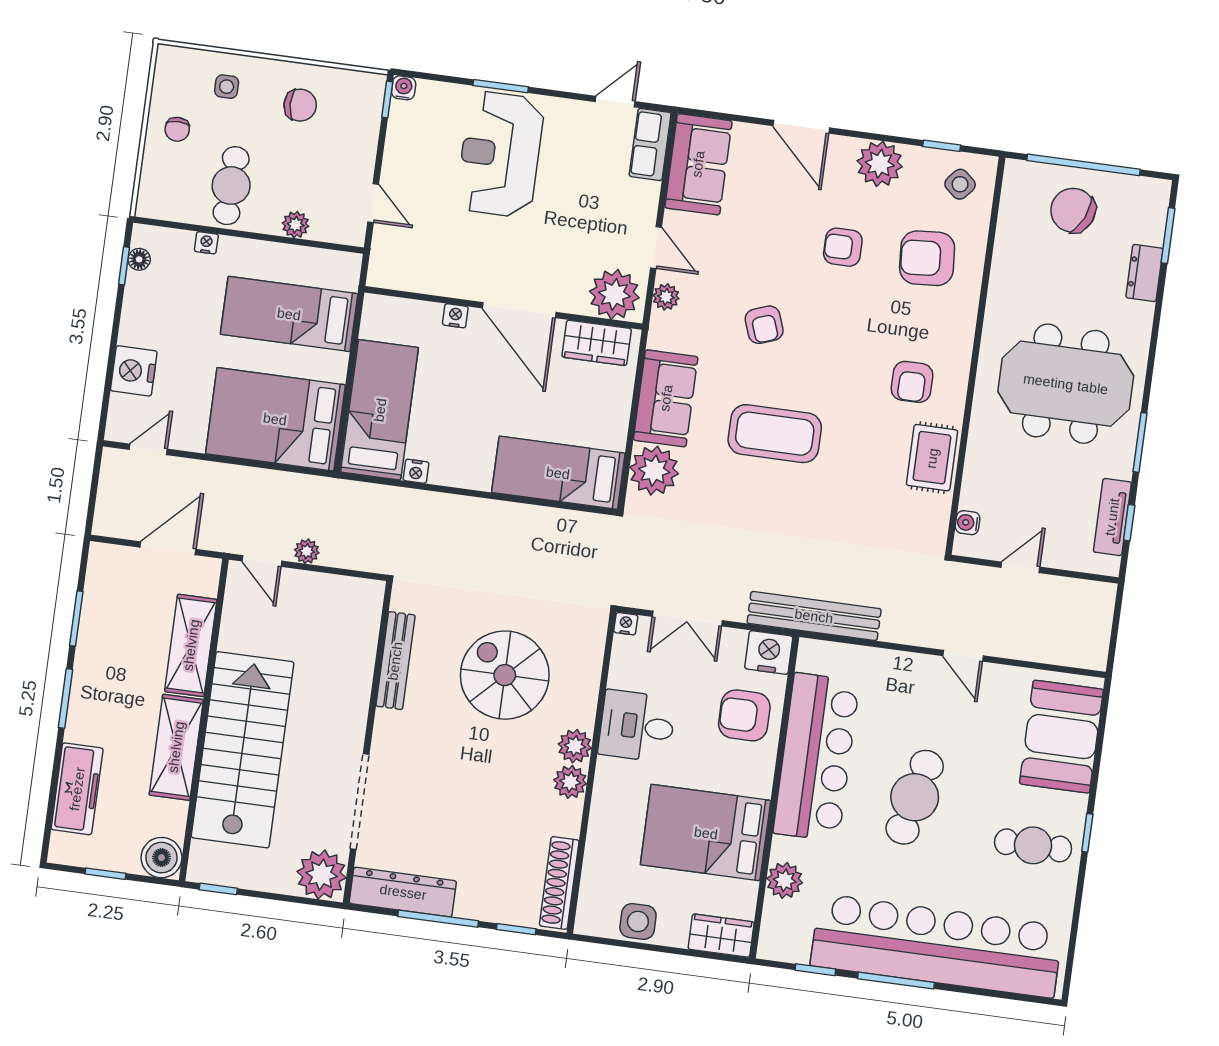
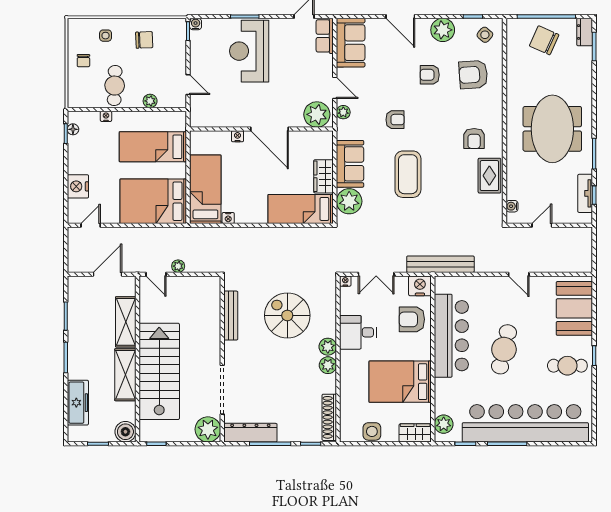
dresser: (1144, 273) -> (585, 32), moved
armchair: (764, 325) -> (395, 120), turned -70
wardrobe: (597, 343) -> (324, 176), moved, turned 90
meeting table: (1066, 384) -> (552, 129), turned 90
coffee table: (775, 434) -> (408, 174), turned 90
plant: (785, 880) -> (444, 424), moved

